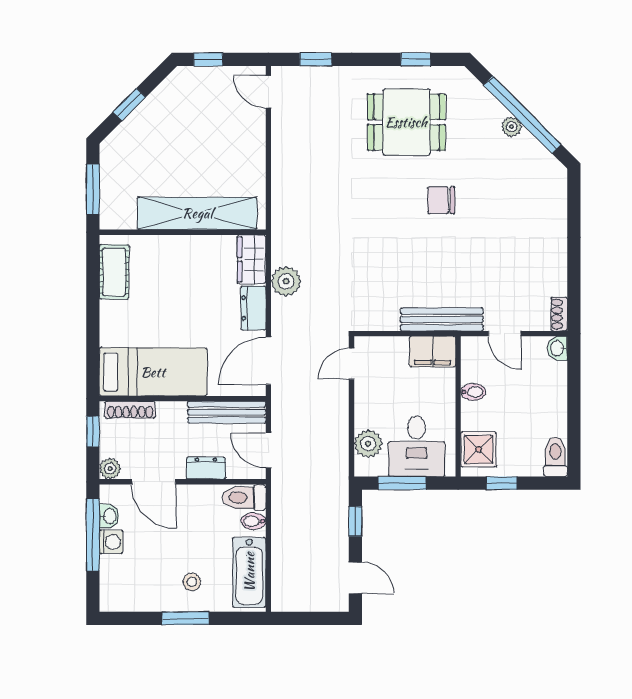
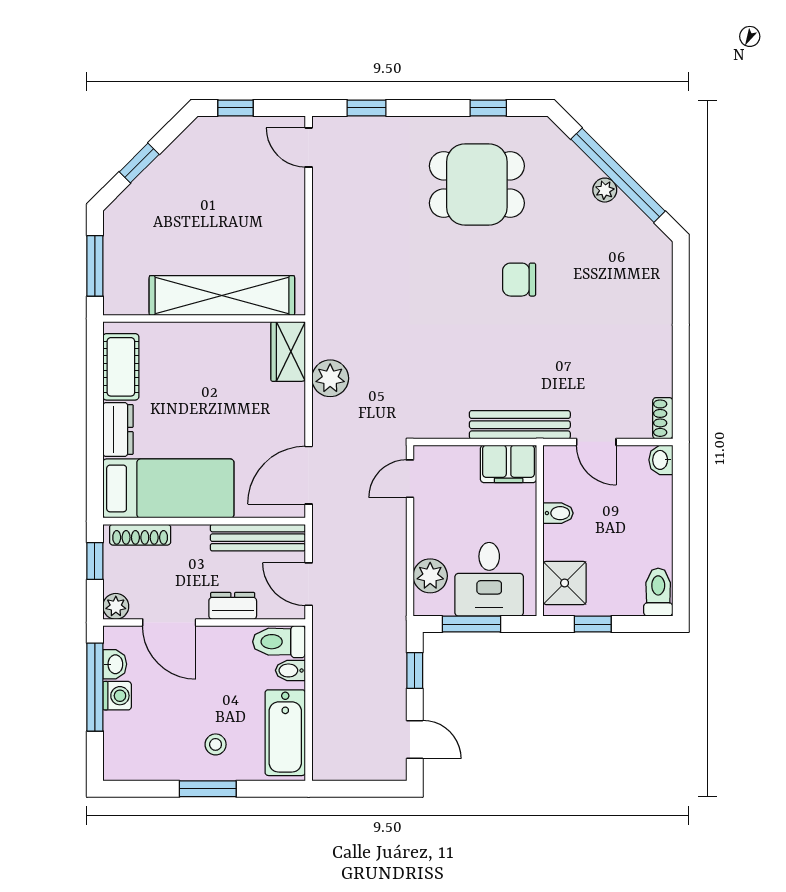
dresser: (253, 308) -> (118, 430), moved, turned 180

